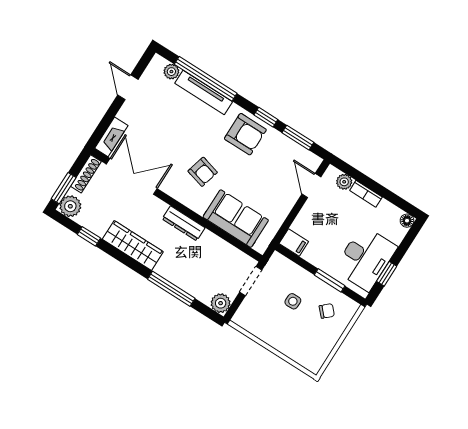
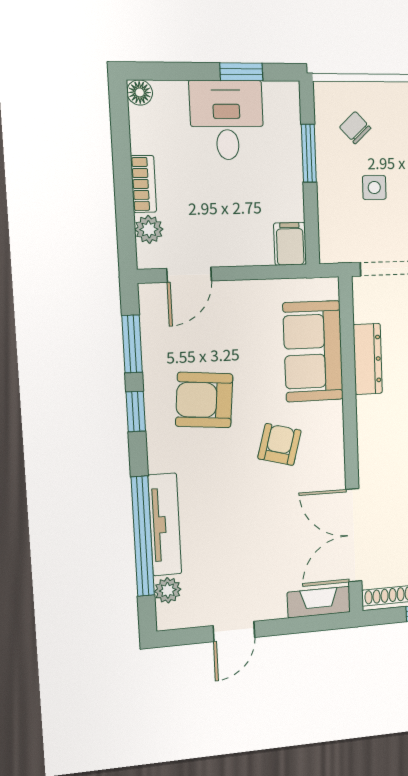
armchair: (245, 134) -> (204, 400), moved, turned -85
dresser: (184, 223) -> (368, 359), moved
desk: (365, 258) -> (227, 120), width x0.73

